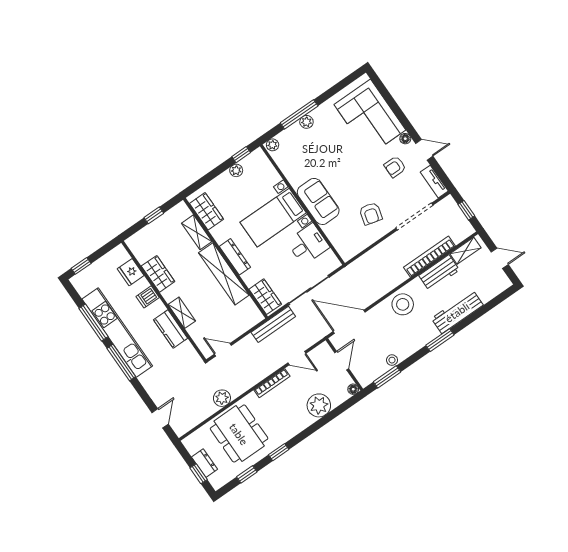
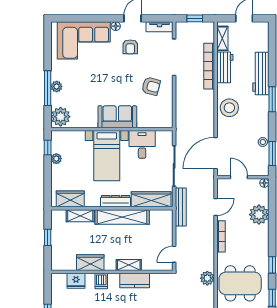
plant: (273, 145) -> (61, 117), width x1.88, depth x1.88
wardrobe: (265, 297) -> (151, 199), width x1.50

